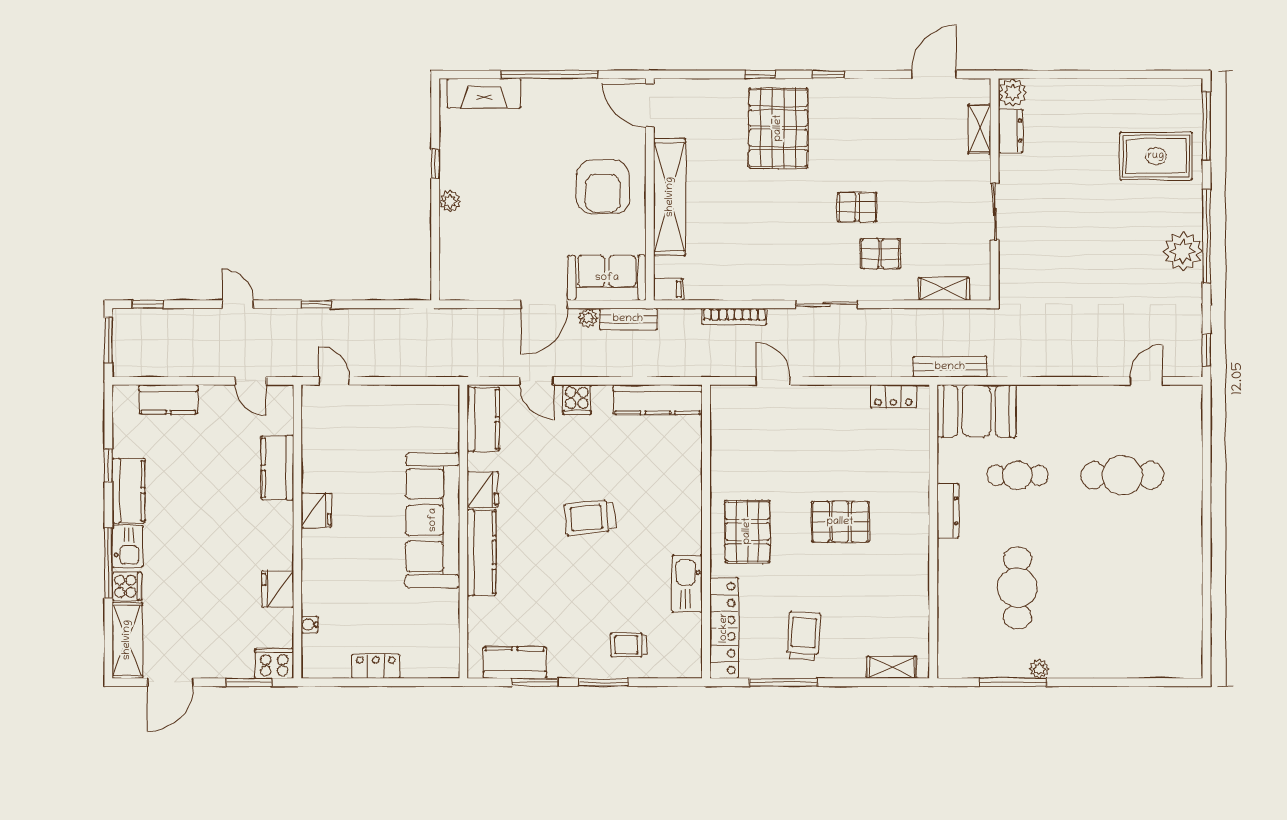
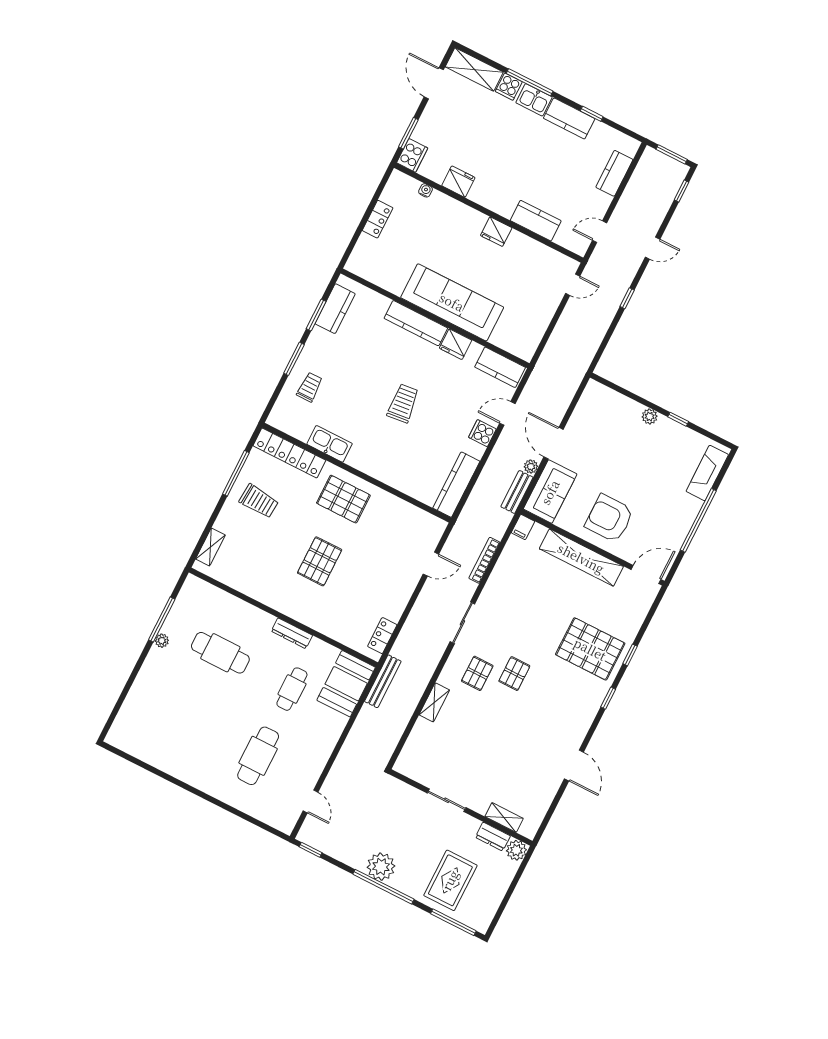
plant: (1013, 93) -> (516, 850), moved
shelving: (980, 129) -> (504, 817), moved
dresser: (1011, 131) -> (493, 837), moved
wall: (995, 189) -> (461, 807), moved
sliding door: (995, 212) -> (447, 800), moved

